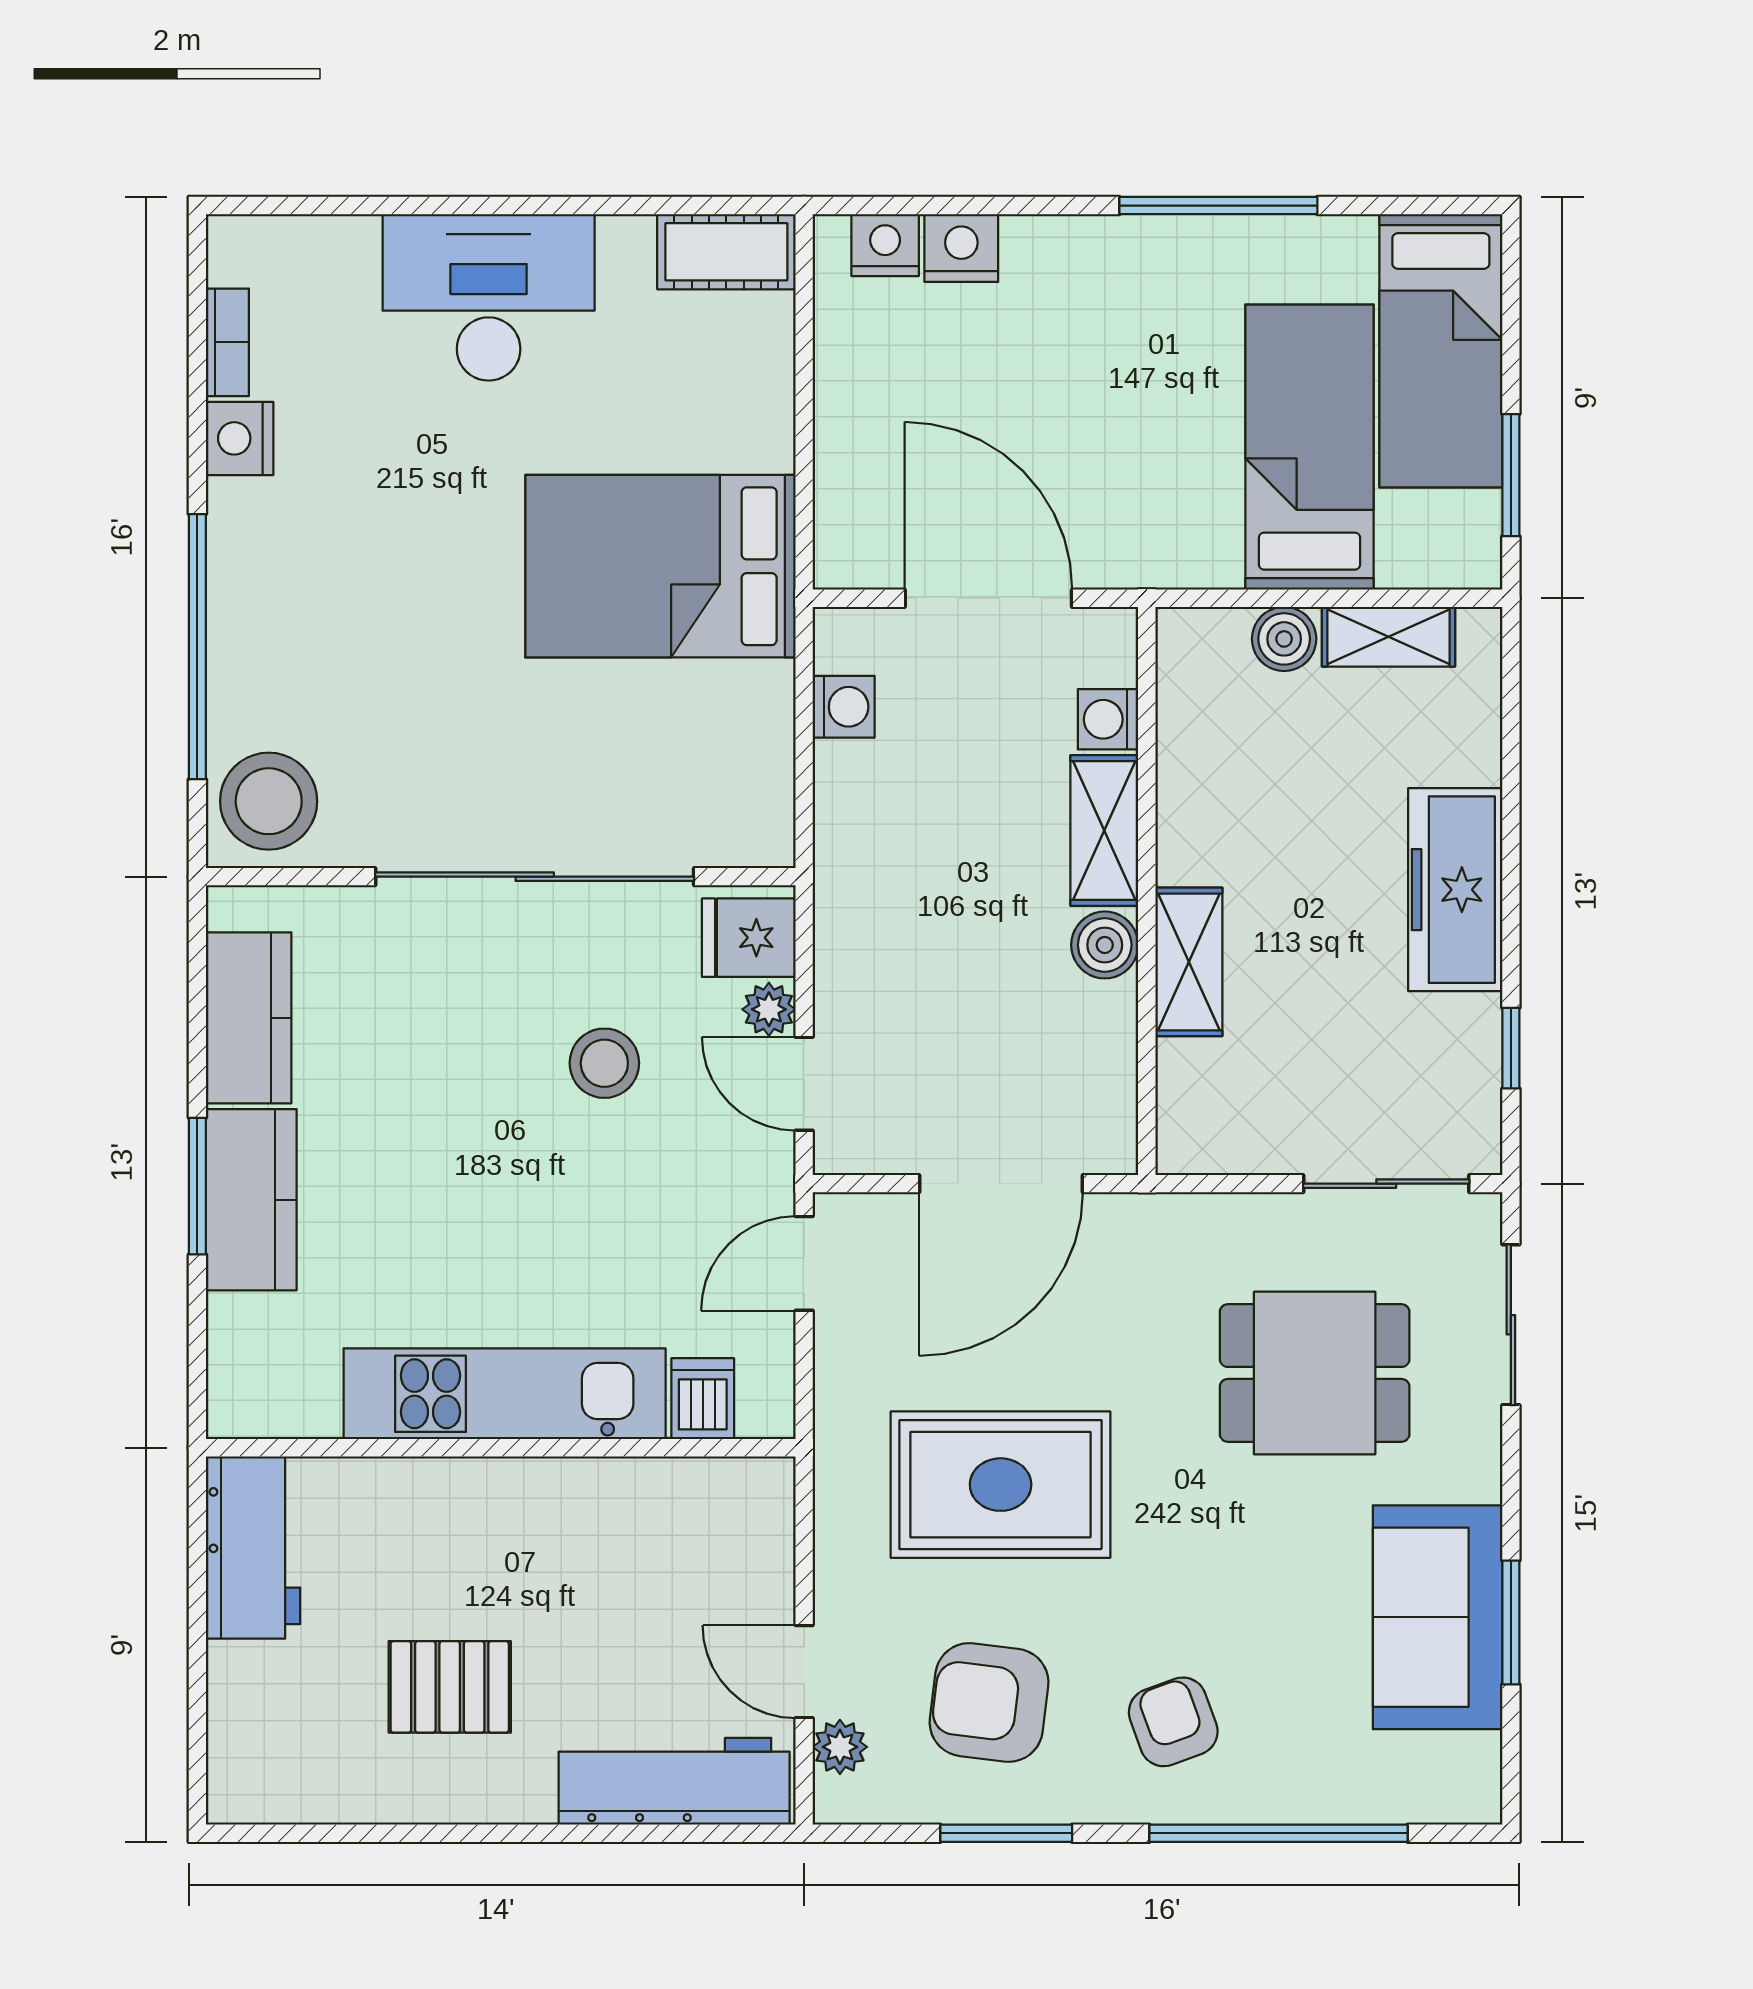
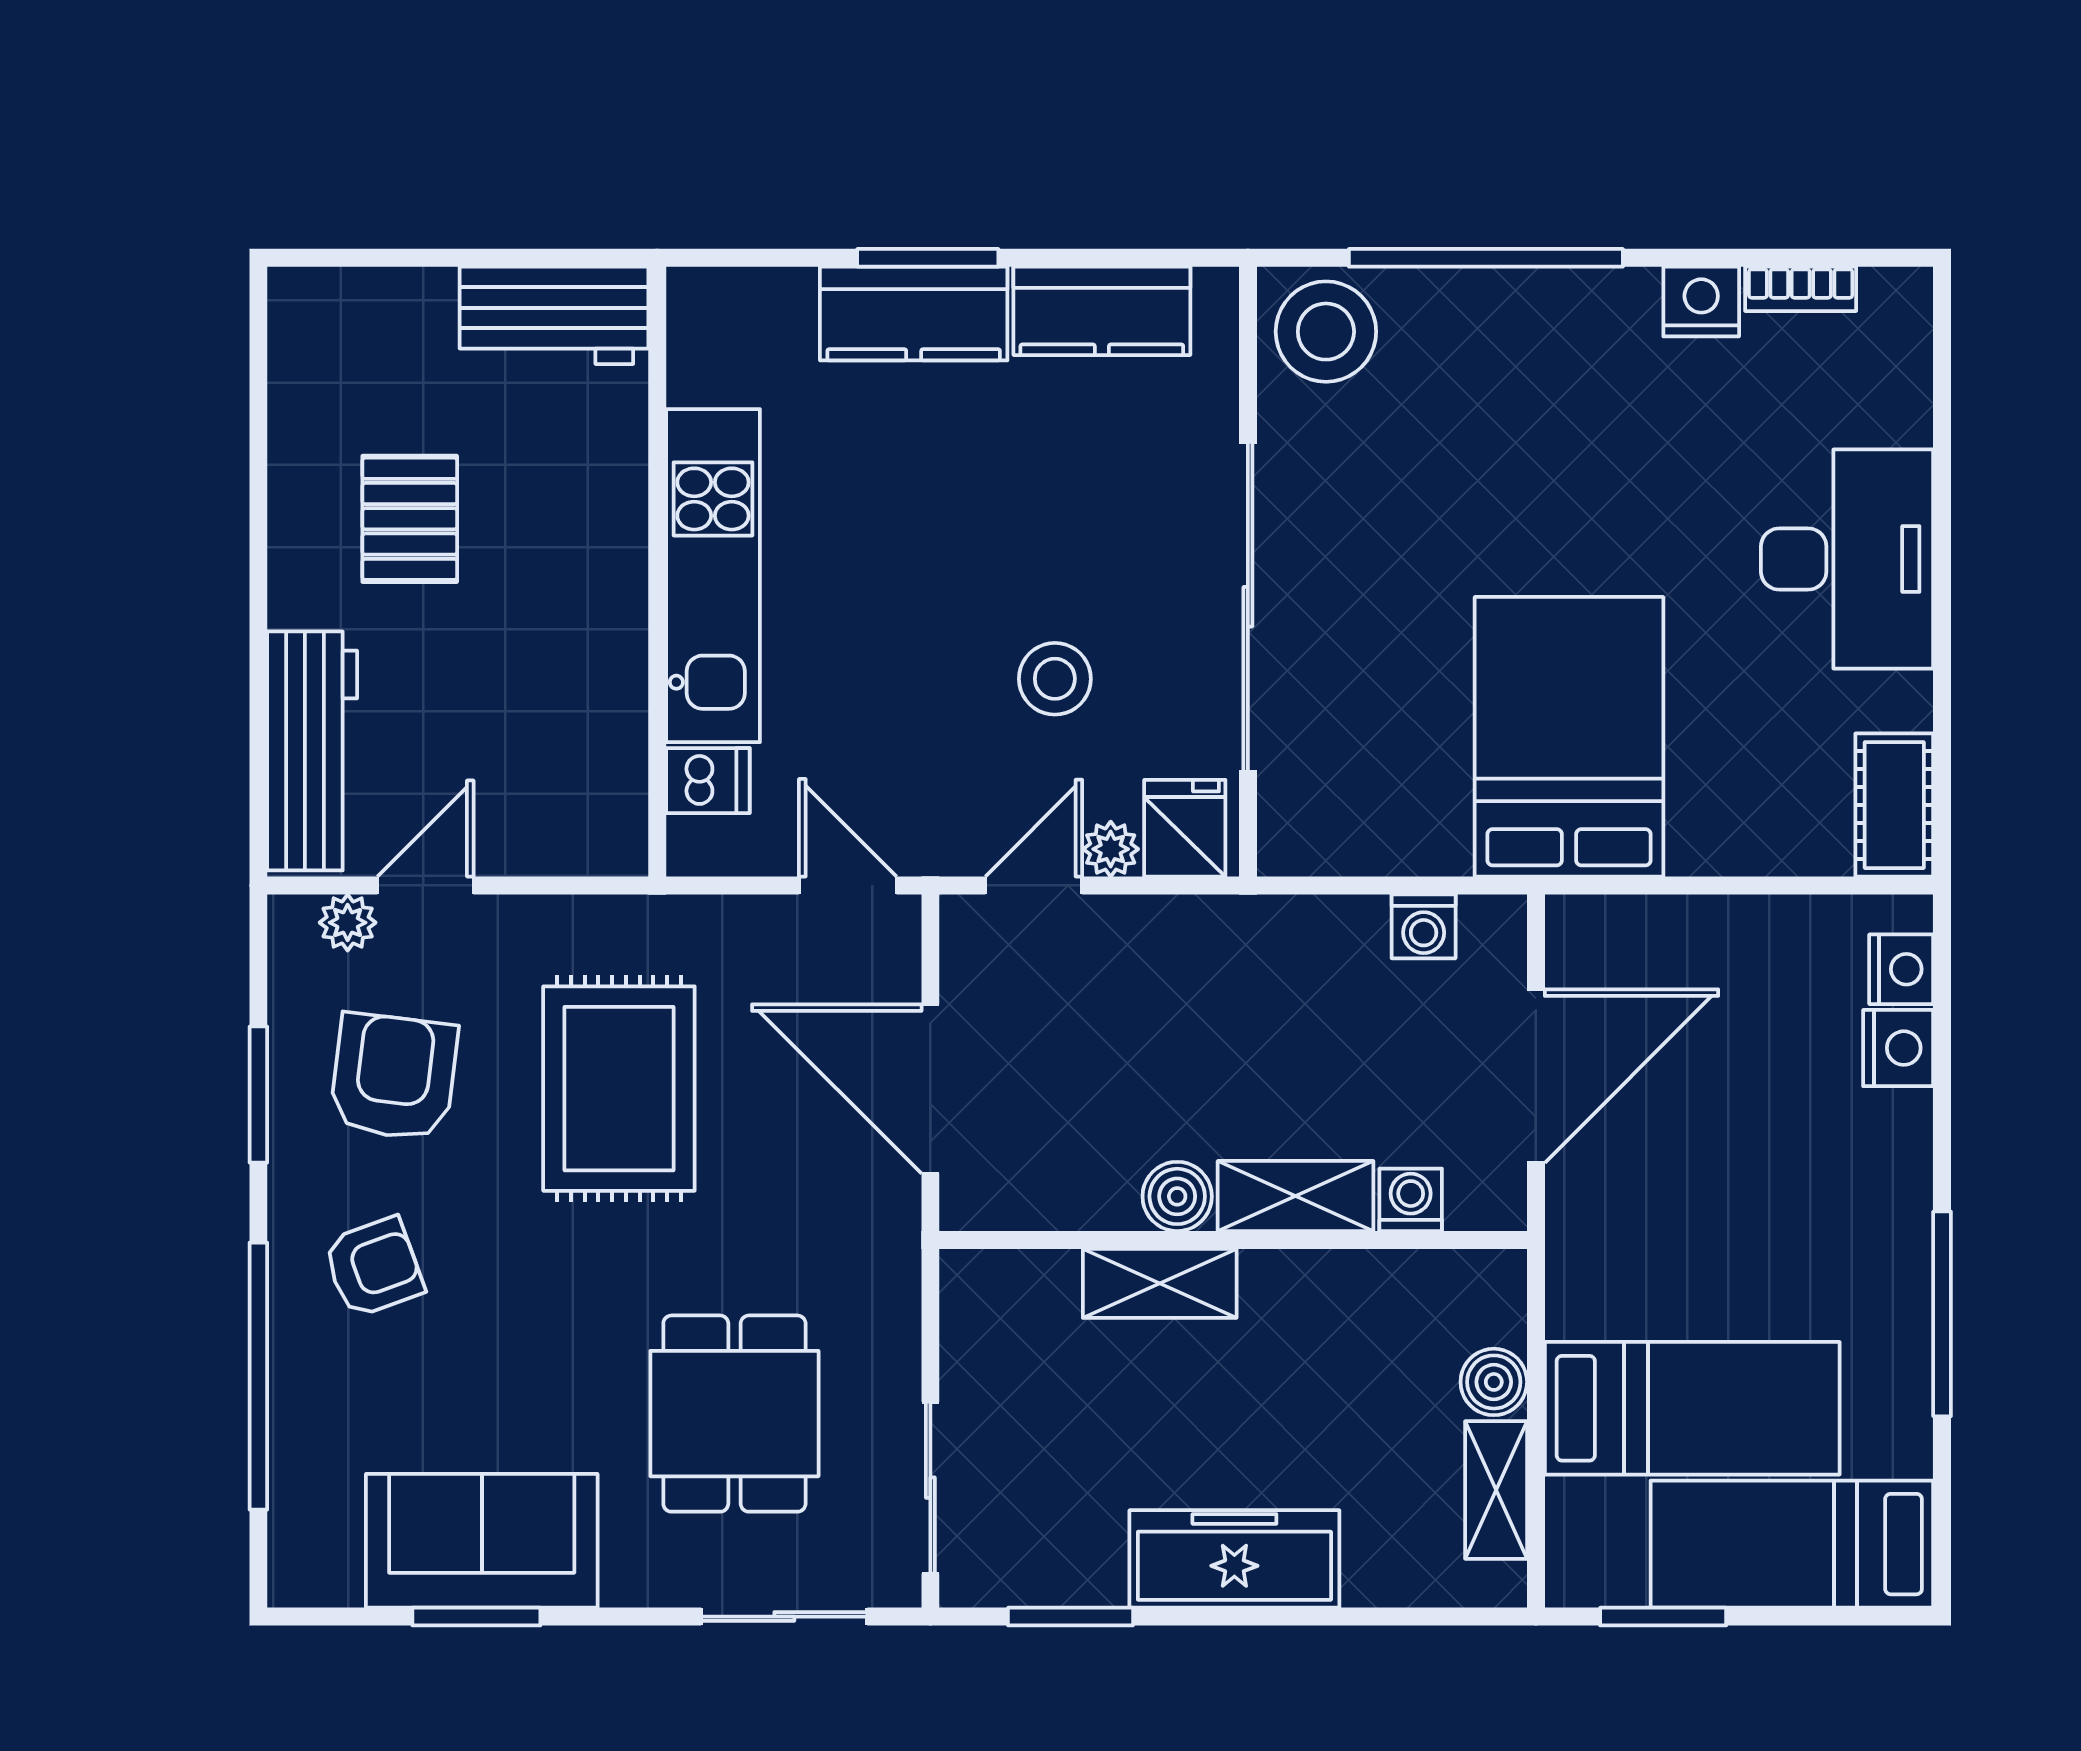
window: (1511, 1048) -> (1071, 1617), width x1.50

